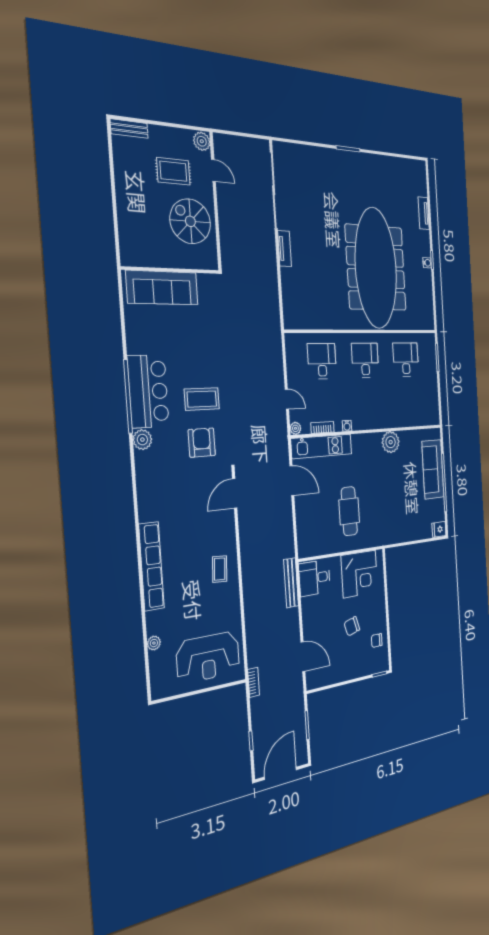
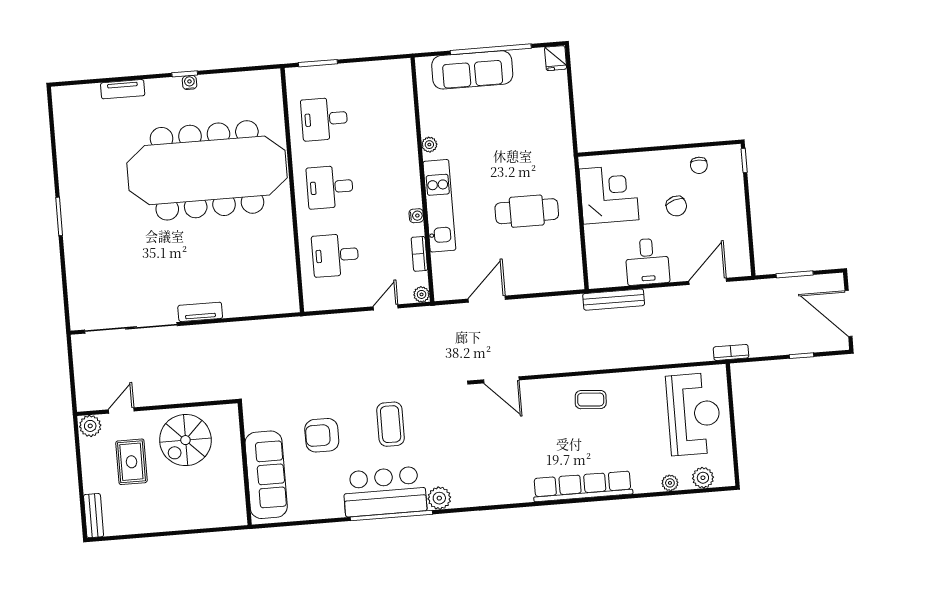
plant: (391, 442) -> (429, 145), width x0.53, depth x0.53
armchair: (202, 443) -> (322, 435), moved
kitchen unit: (322, 446) -> (439, 206), moved
desk: (315, 578) -> (647, 262), moved
plant: (158, 672) -> (703, 478), added

